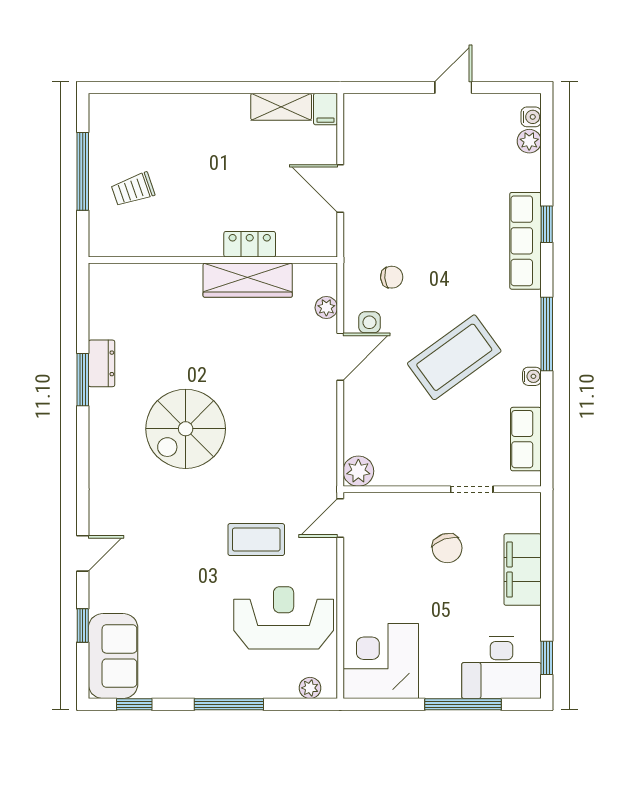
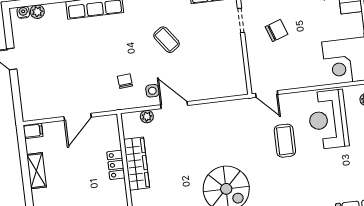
shelving: (281, 107) -> (36, 171), moved
coffee table: (454, 357) -> (167, 40), width x0.54, depth x0.58
plant: (358, 471) -> (239, 87), removed

